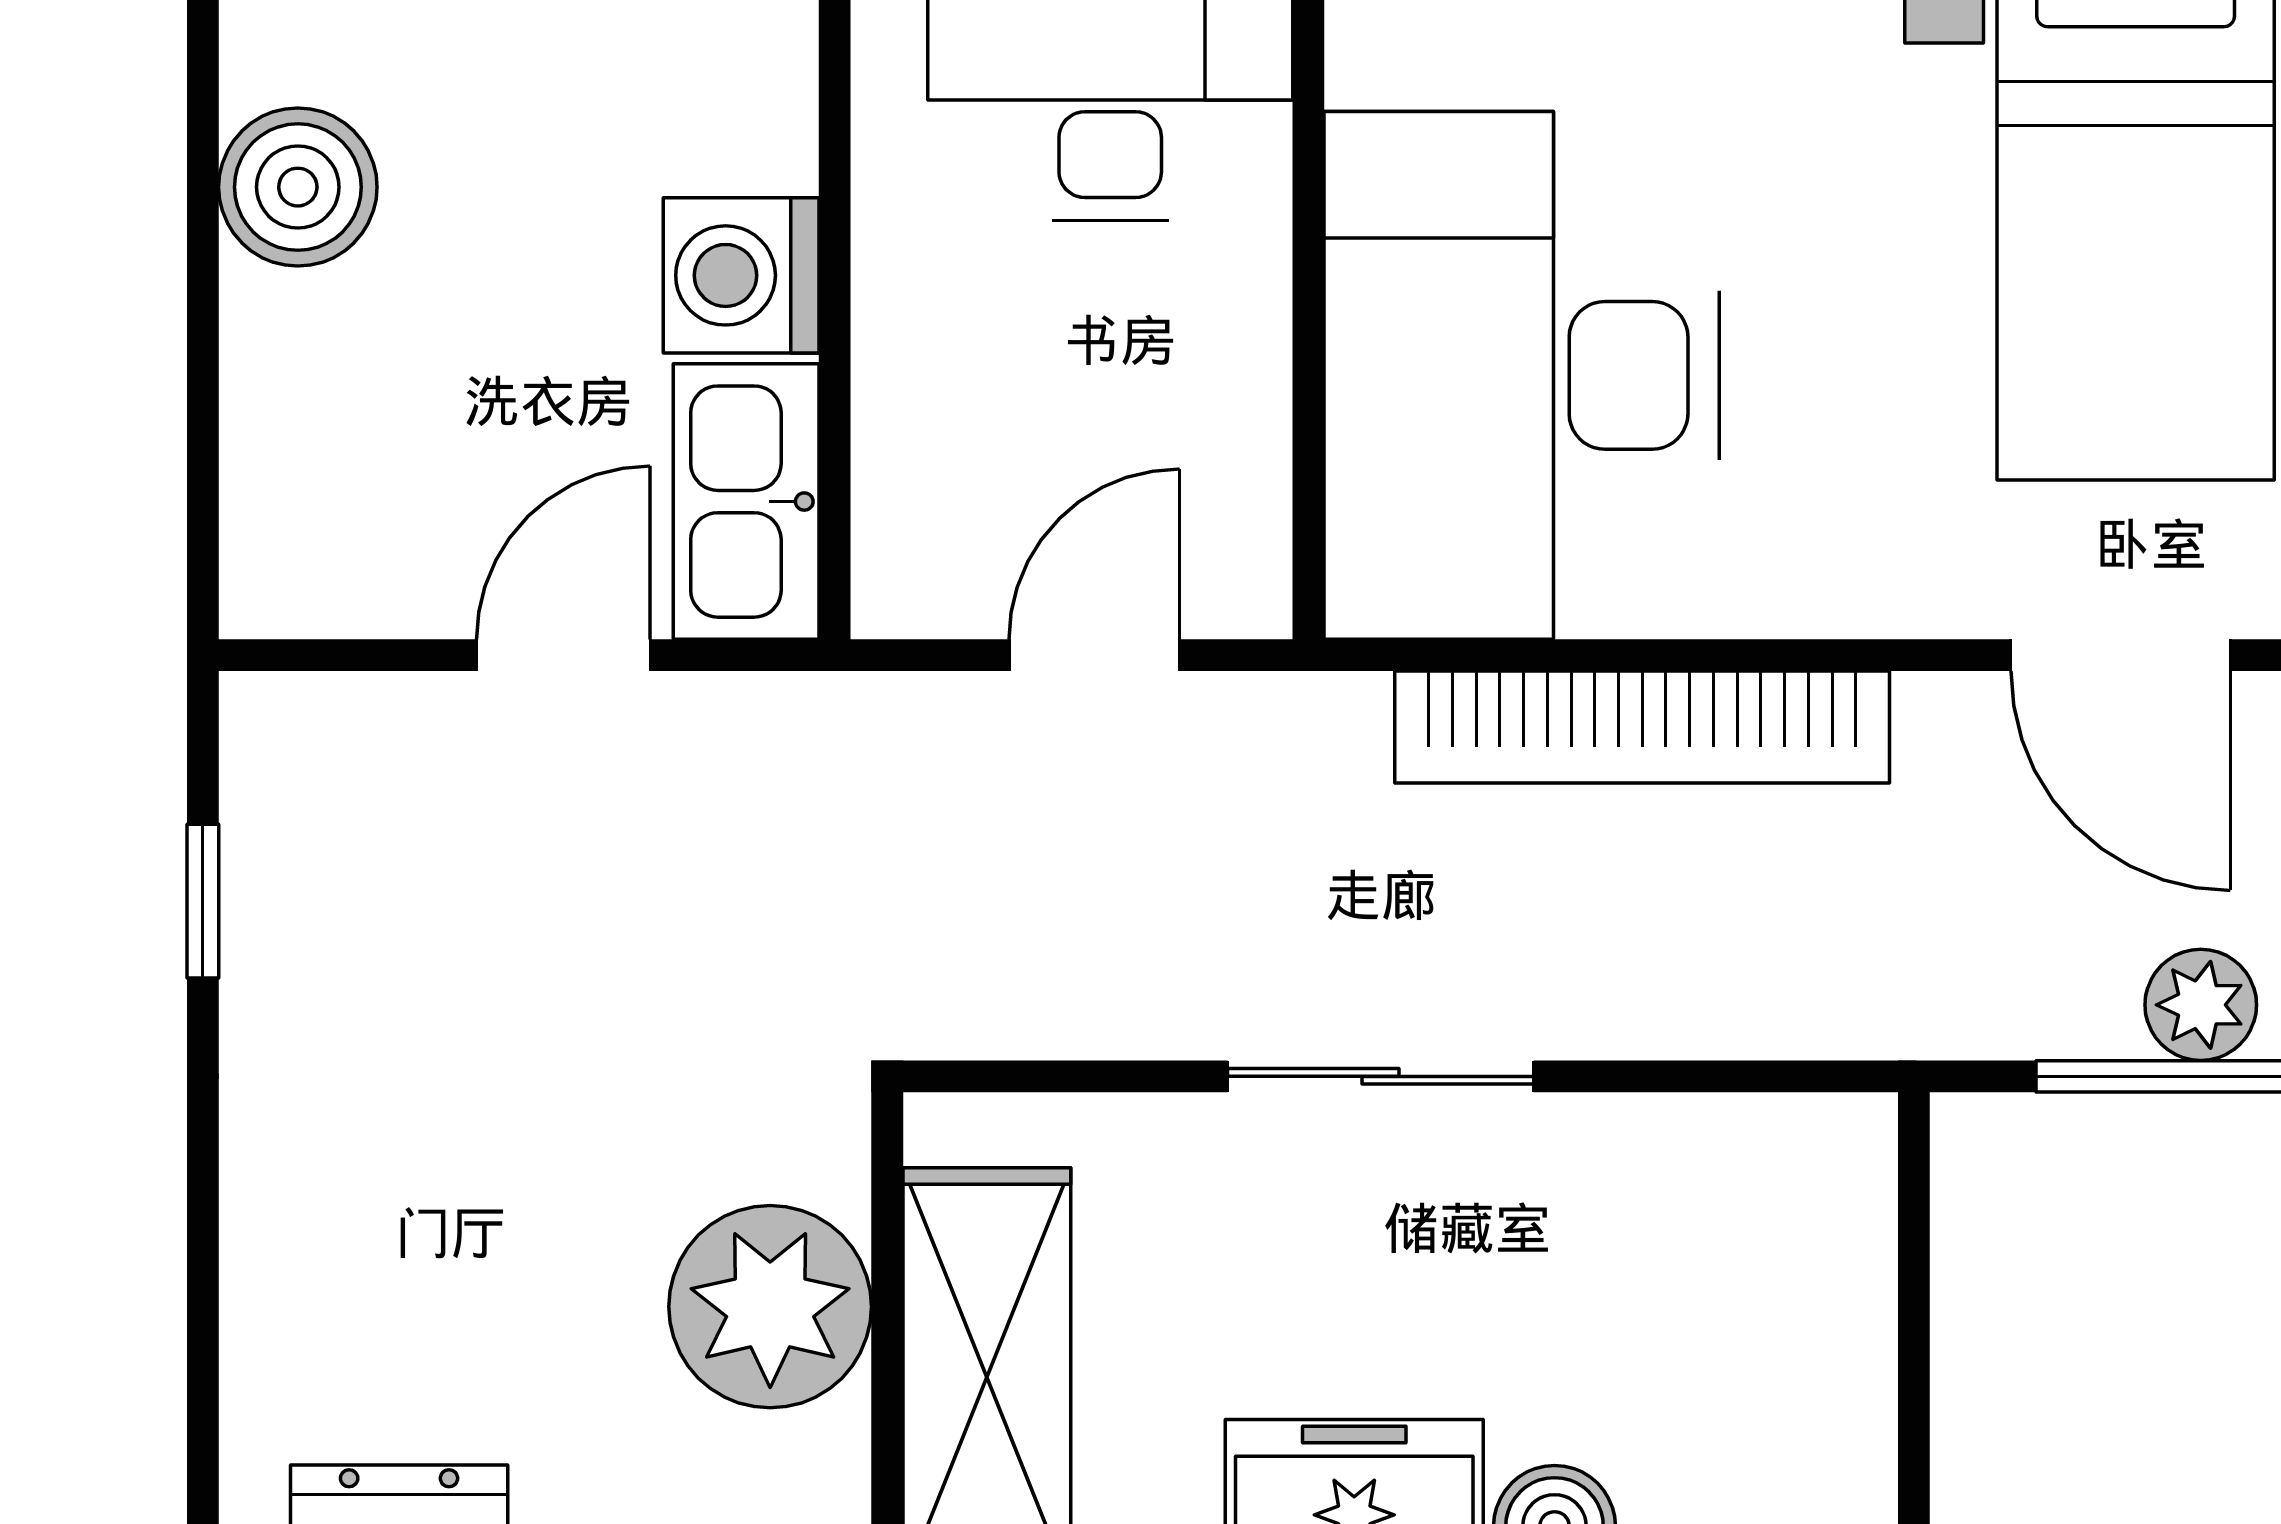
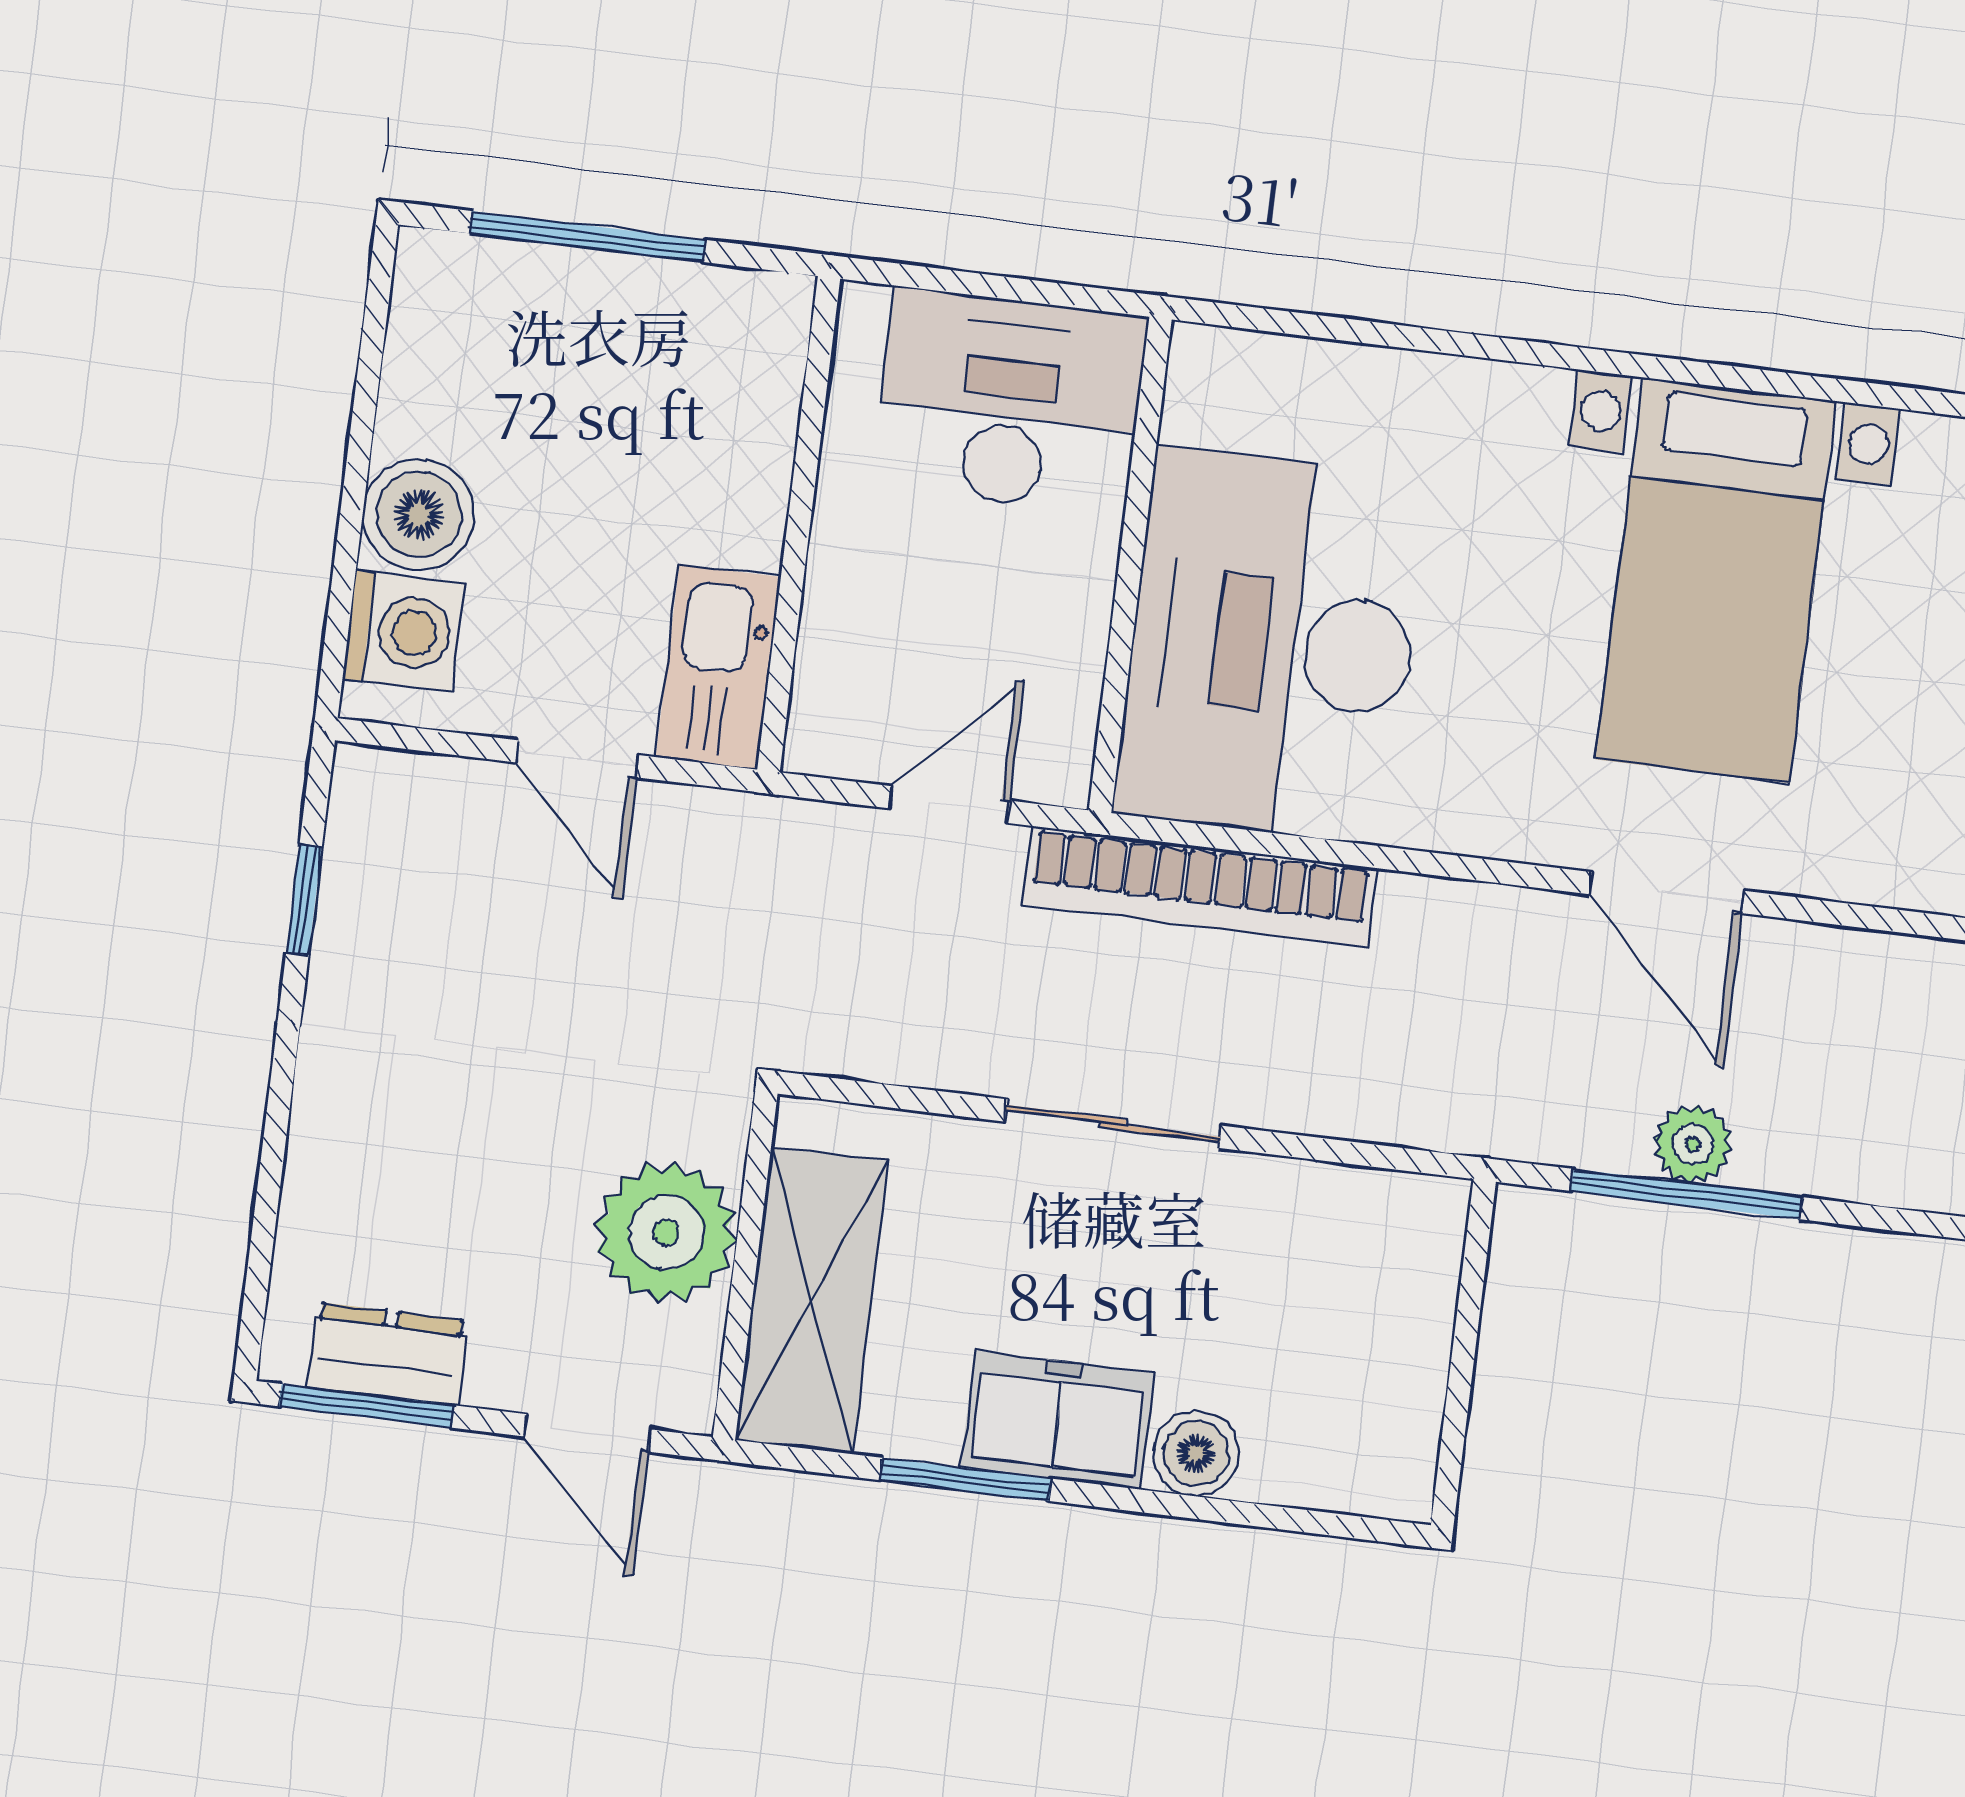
boiler: (298, 187) -> (419, 514), moved
washing machine: (741, 275) -> (403, 632), moved, turned 180
door: (563, 655) -> (577, 759), swing flipped
bookcase: (1642, 727) -> (1200, 886), moved

